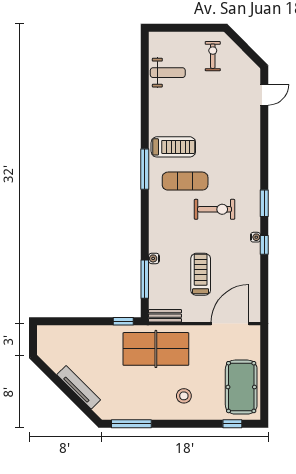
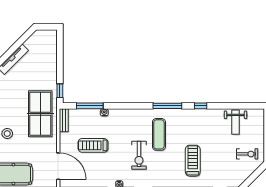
window: (145, 122) -> (201, 106), added
treadmill: (173, 147) -> (193, 161), moved, turned 180
treadmill: (201, 274) -> (93, 145), turned 180

